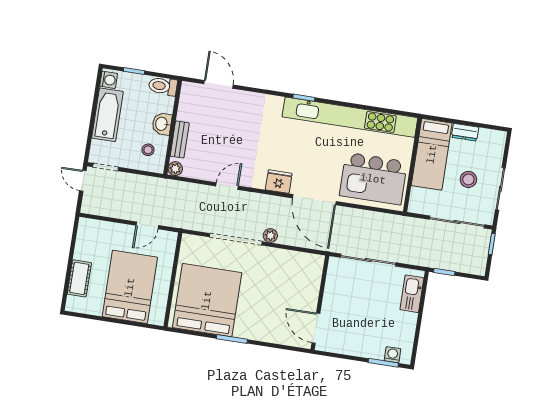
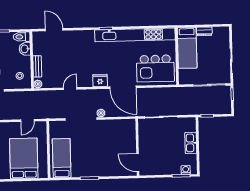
washbasin: (162, 124) -> (25, 49), moved
stool: (468, 179) -> (211, 59), removed
kitchen sink: (412, 294) -> (191, 143), moved
bed: (207, 300) -> (62, 158), width x0.49

